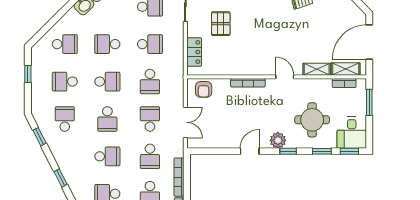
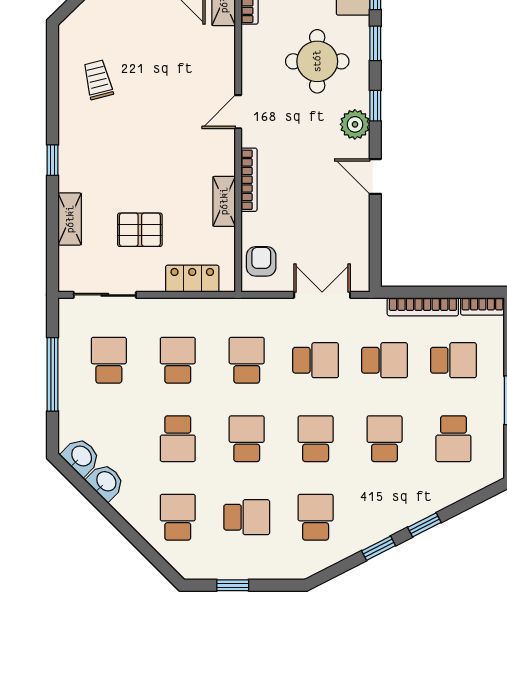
shelving: (317, 69) -> (224, 201), moved
school desk: (65, 82) -> (247, 517), turned -90
school desk: (150, 82) -> (247, 360), turned -90
armchair: (204, 89) -> (261, 261), turned -90
school desk: (65, 119) -> (316, 517), turned 90
school desk: (107, 119) -> (316, 439), turned -90
school desk: (150, 119) -> (316, 360), turned 180
window: (40, 137) -> (379, 548), moved

